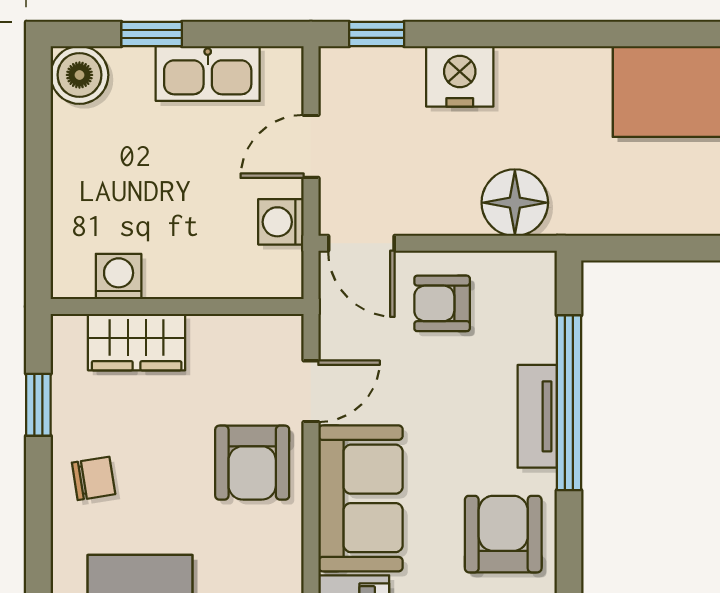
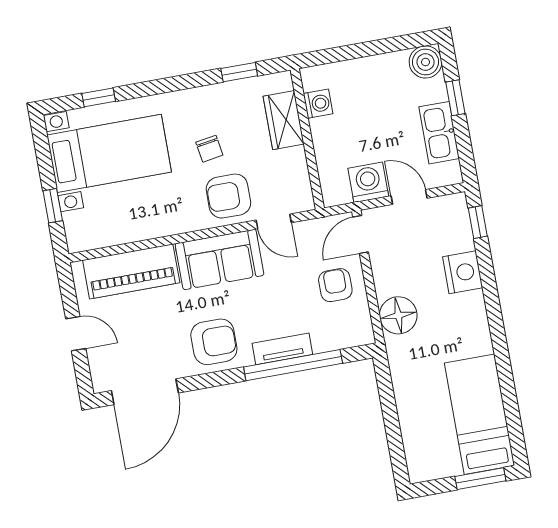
washing machine: (281, 222) -> (368, 182), width x1.38, depth x1.38
chair: (94, 478) -> (209, 149), moved

